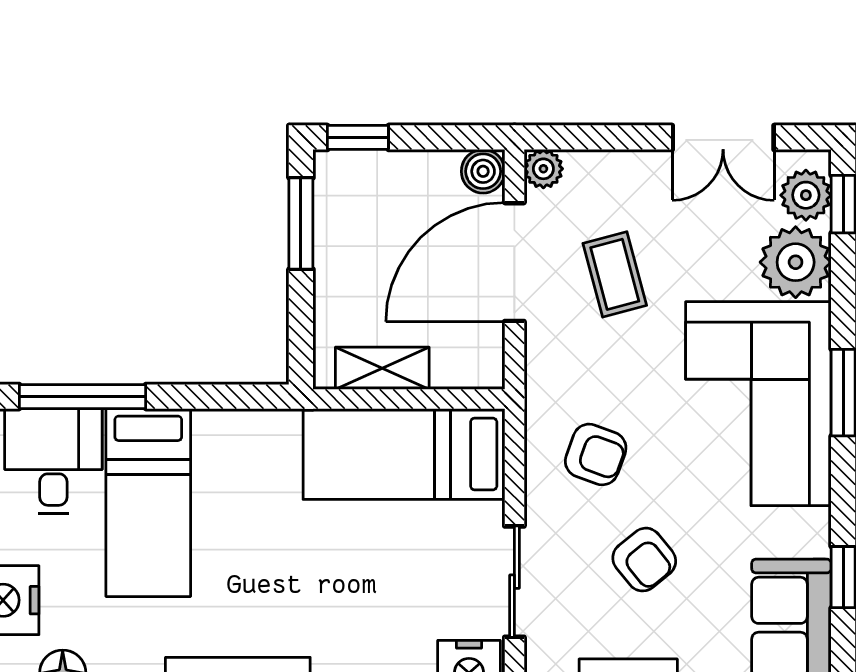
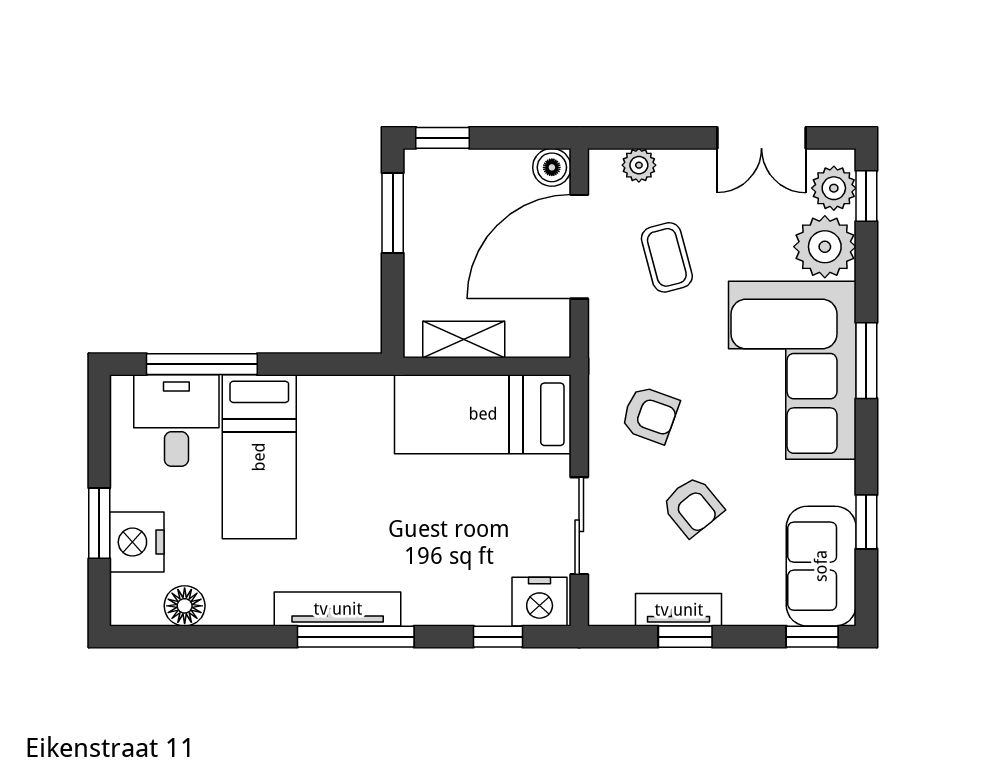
plant: (543, 169) -> (639, 165), moved

